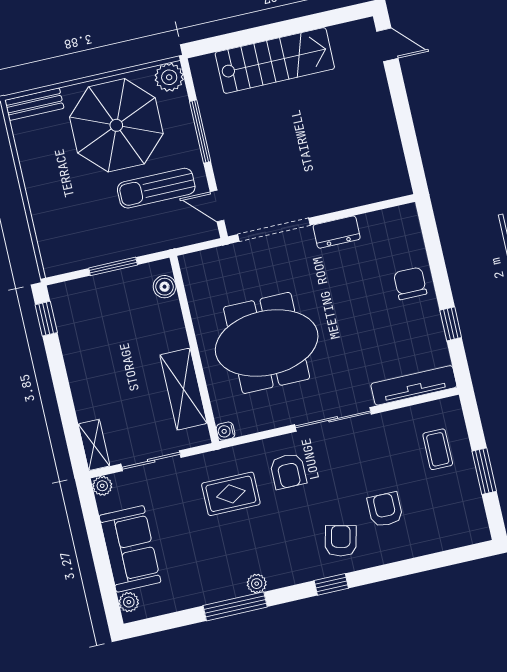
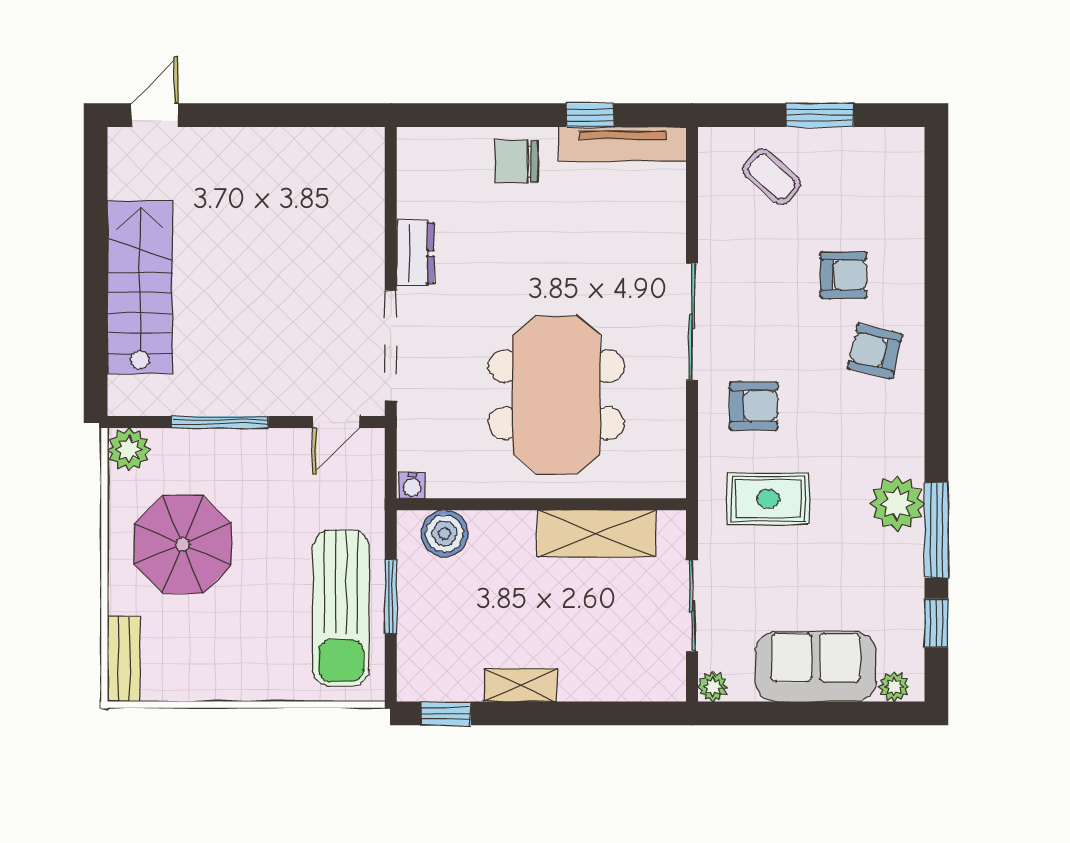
parasol: (116, 125) -> (183, 544), width x0.73, depth x0.73
sun lounger: (156, 188) -> (341, 608), moved, width x1.36, depth x1.34
boiler: (165, 287) -> (445, 533), width x1.36, depth x1.36
tv unit: (414, 385) -> (622, 144), moved, turned -90
water cooler: (226, 431) -> (412, 485), moved
shelving: (94, 445) -> (520, 685), moved
coffee table: (438, 449) -> (772, 177), turned 42
rug: (231, 494) -> (768, 499), turned 90
armchair: (385, 510) -> (843, 275), turned 180
plant: (257, 584) -> (897, 503), width x1.88, depth x1.88
window: (331, 584) -> (936, 623), moved

